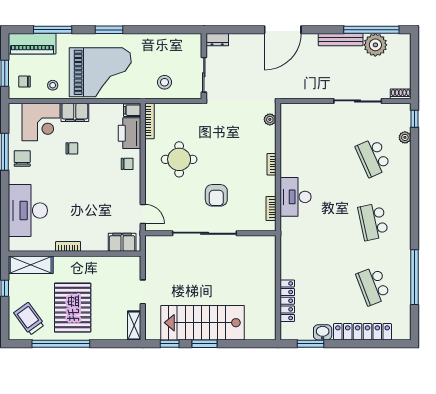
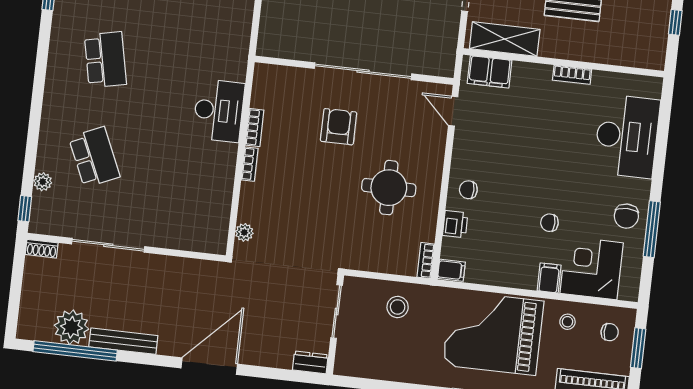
filing cabinet: (75, 112) -> (549, 278), width x0.50
bookcase: (150, 121) -> (426, 261), width x0.64
printer: (129, 133) -> (455, 224), width x0.53, depth x0.68
bookcase: (271, 208) -> (255, 128), moved
shelving: (31, 265) -> (505, 39), moved

